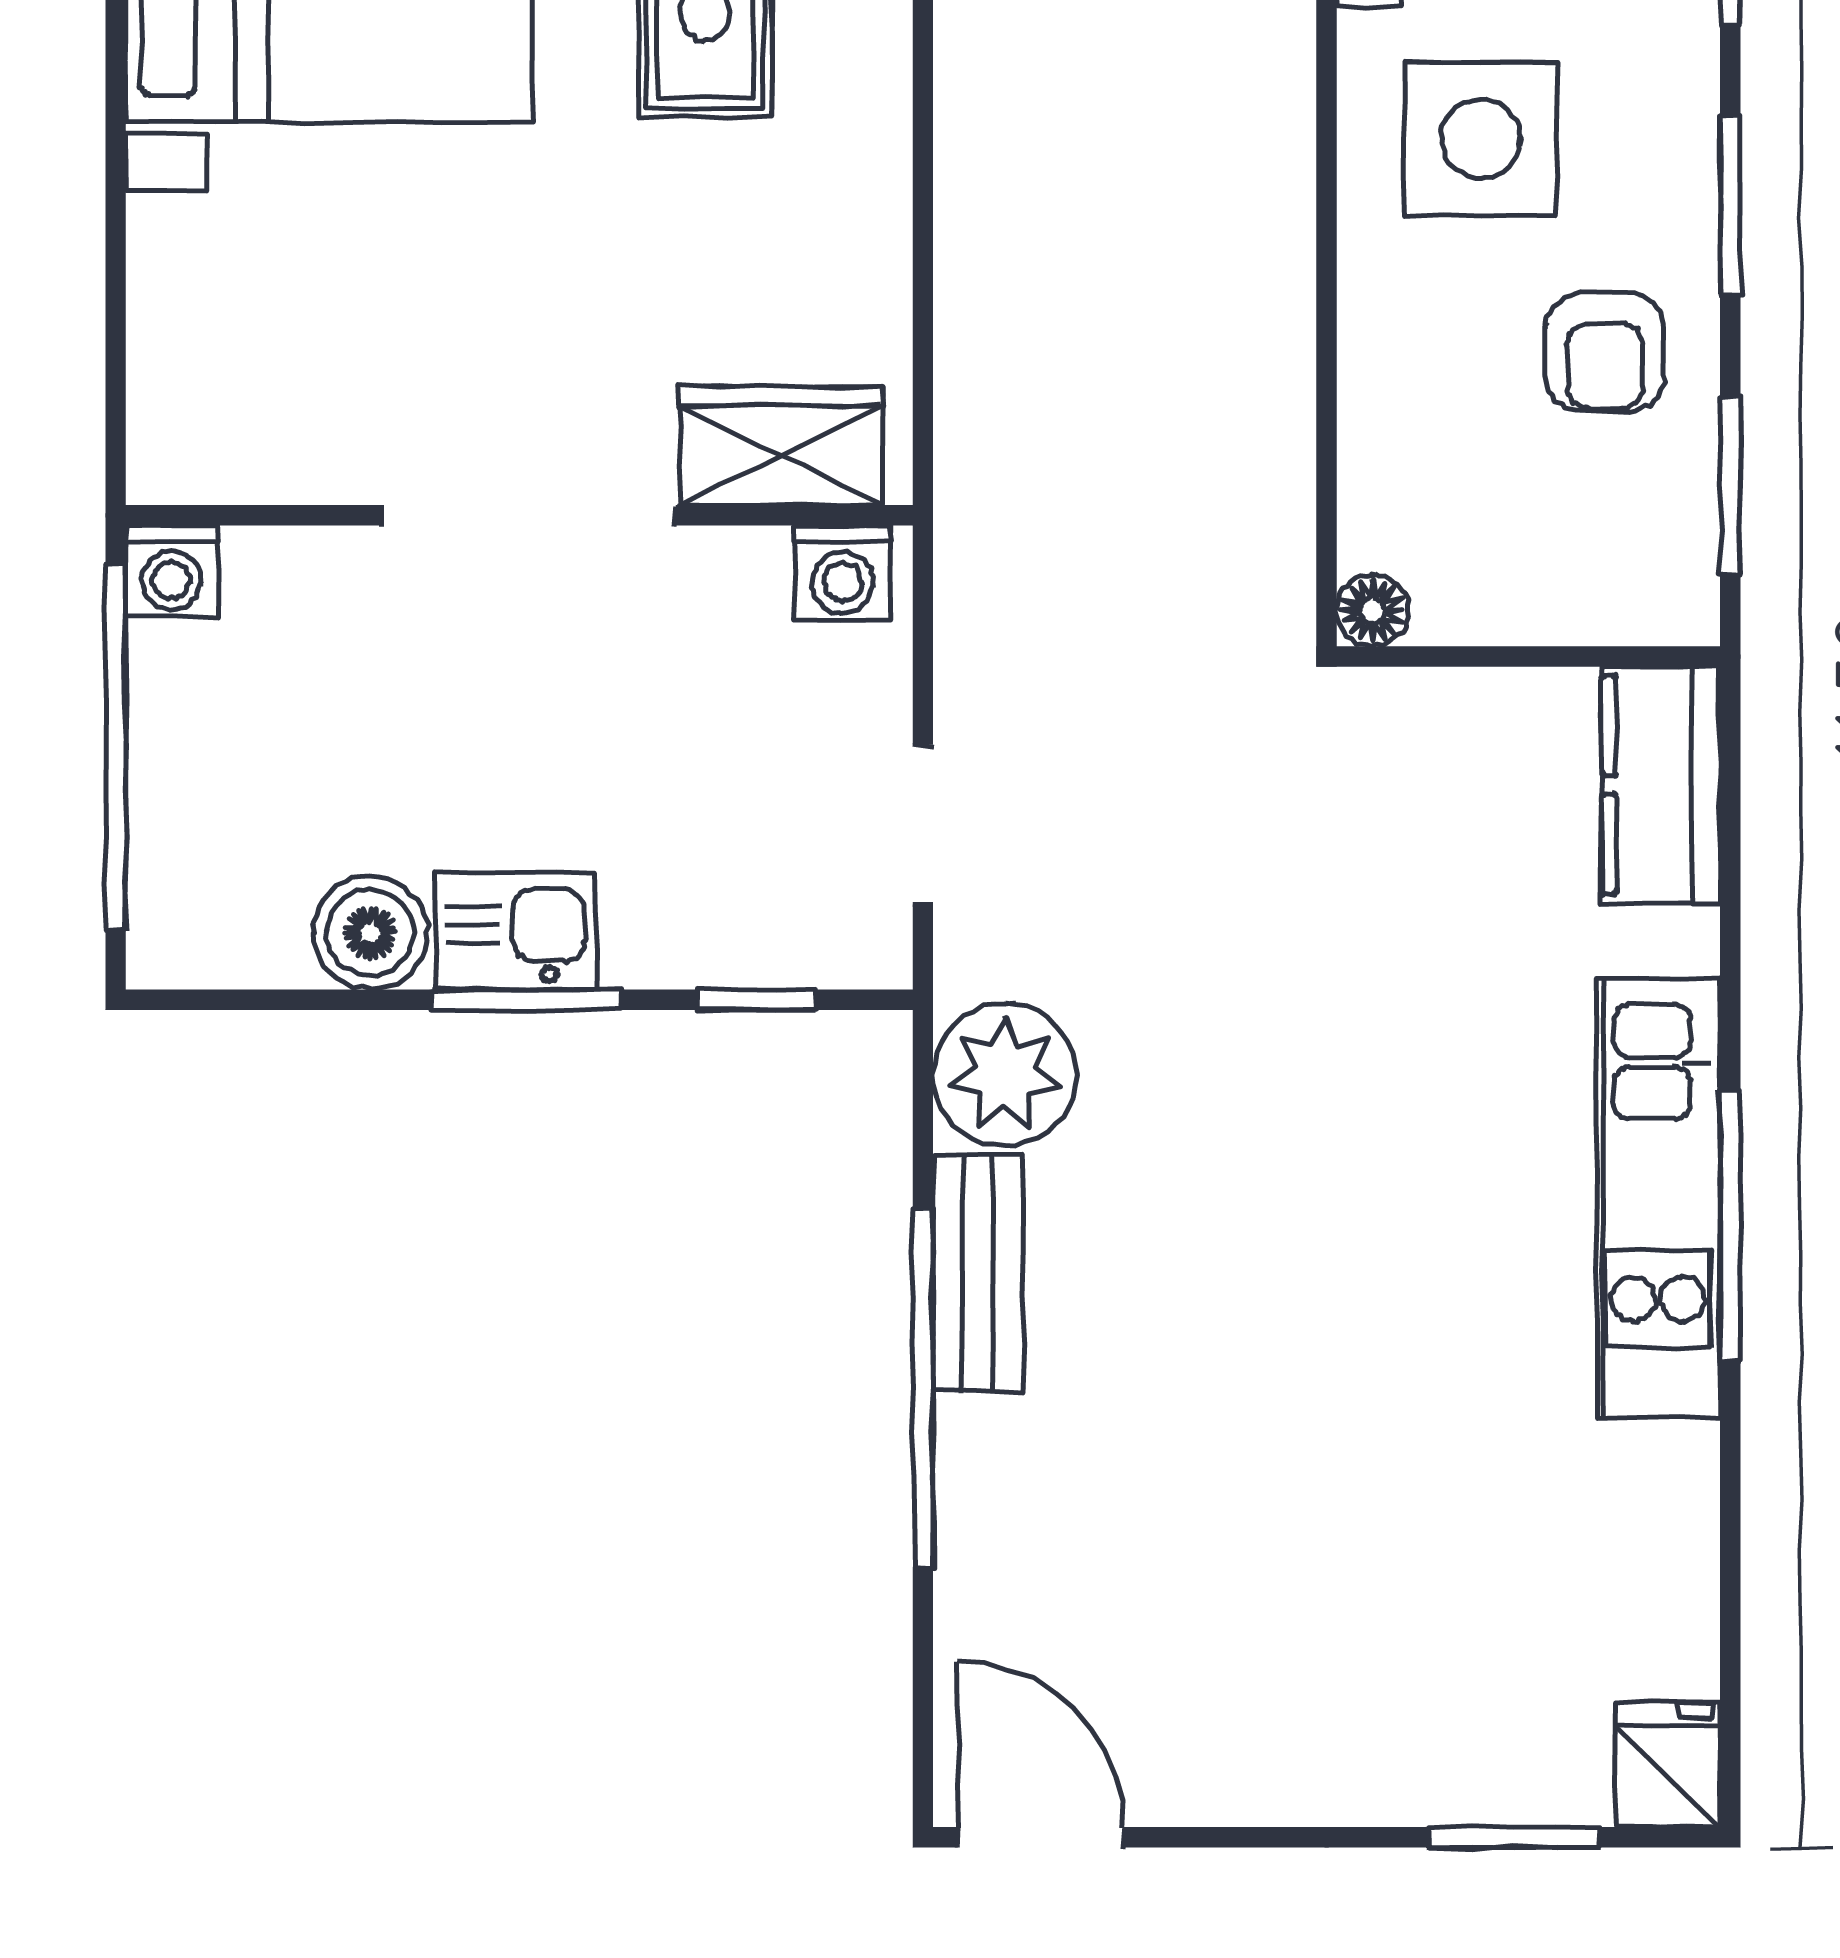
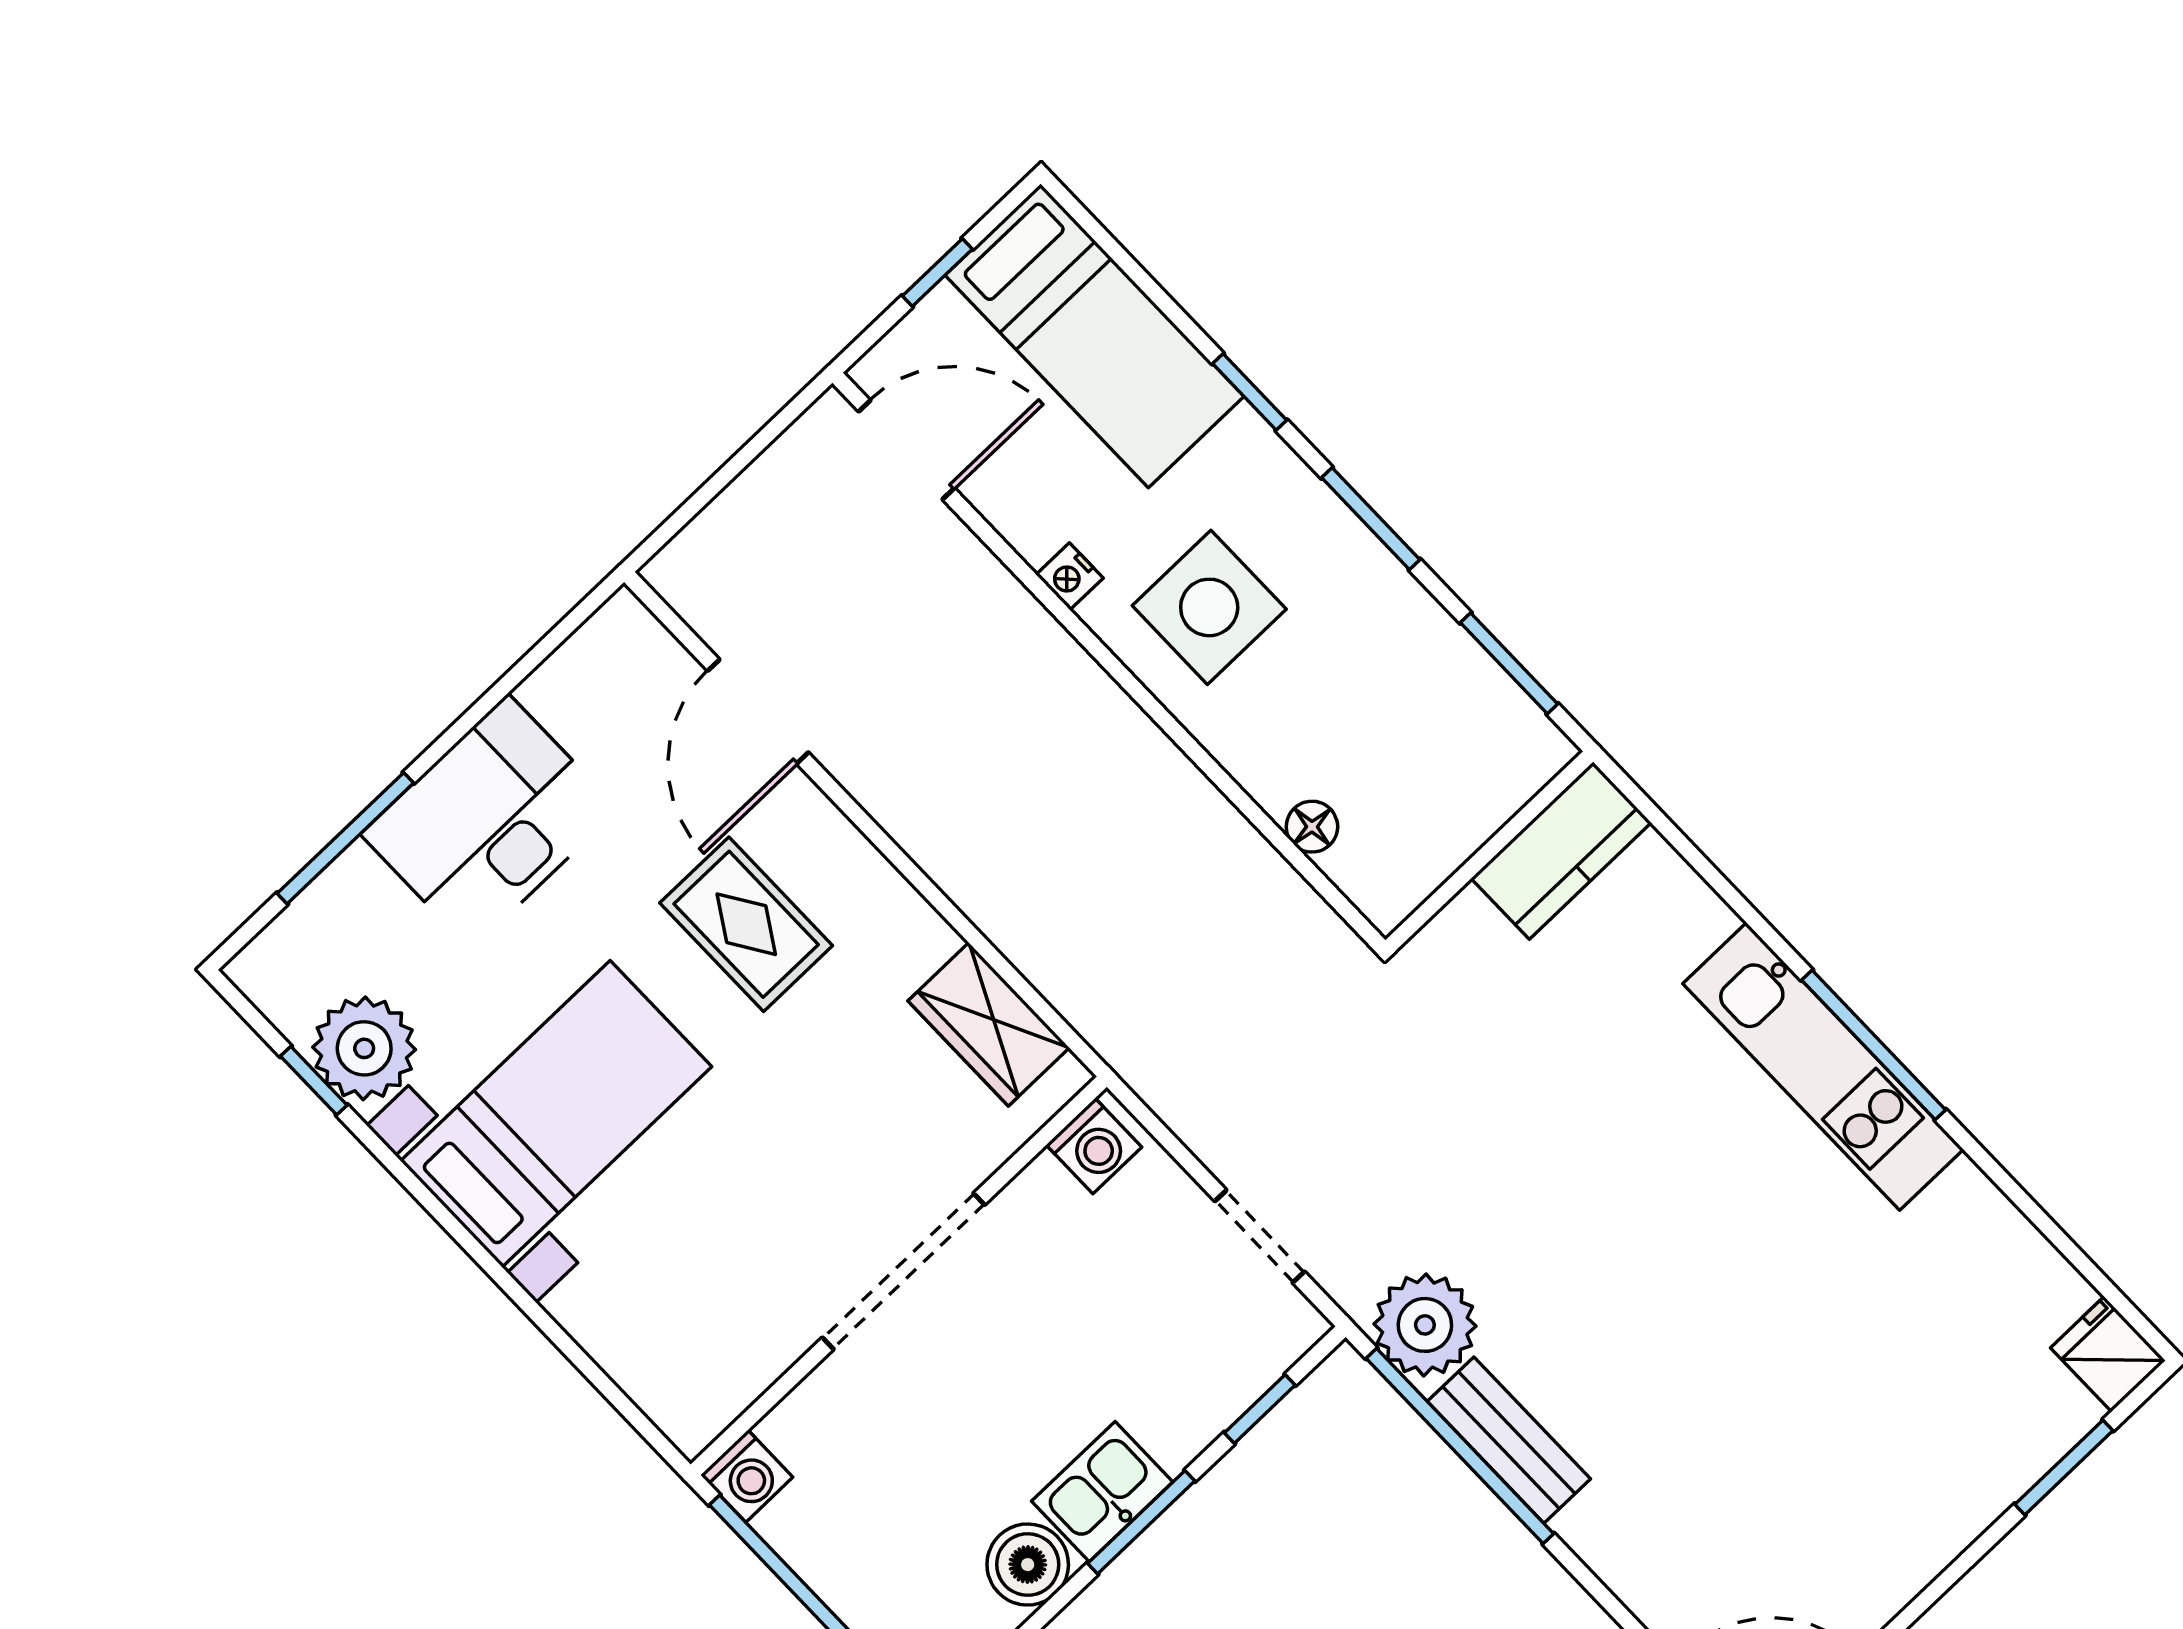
armchair: (1605, 352) -> (1378, 656), removed
wardrobe: (781, 446) -> (989, 1024), moved, turned -90
floor lamp: (1372, 611) -> (1312, 827), moved
kitchen counter: (1661, 785) -> (1561, 851), moved, turned -90
window: (923, 1387) -> (1460, 1446), moved

